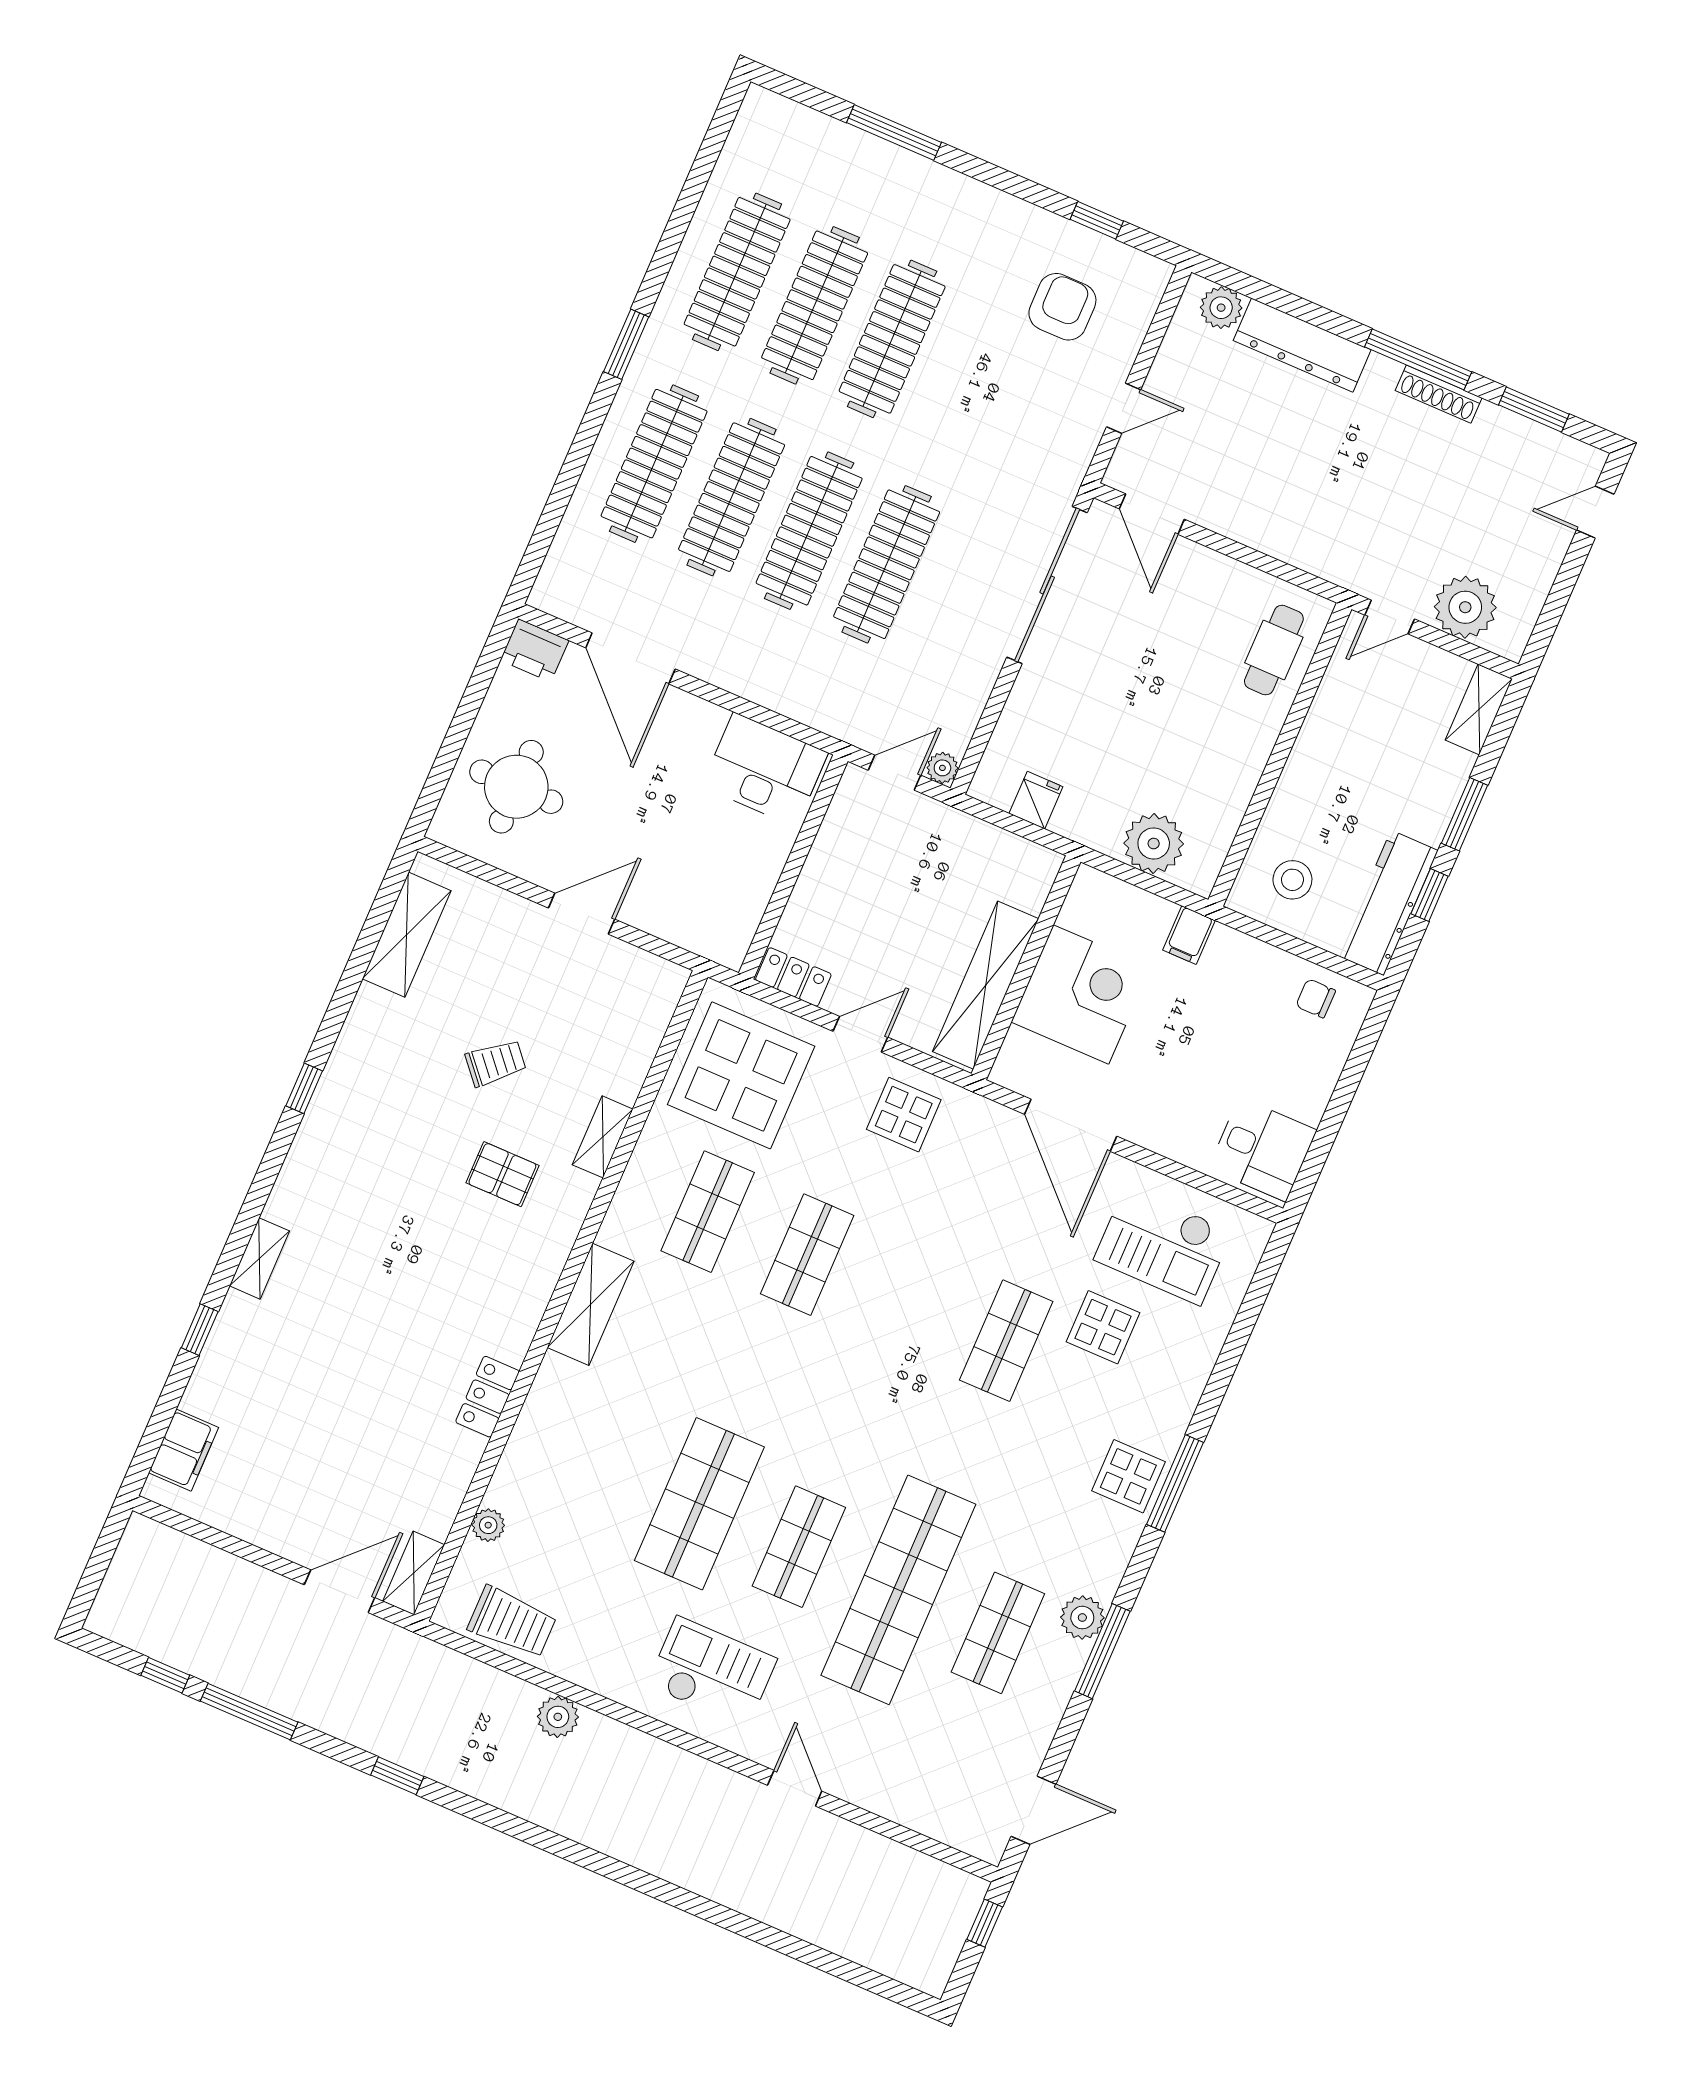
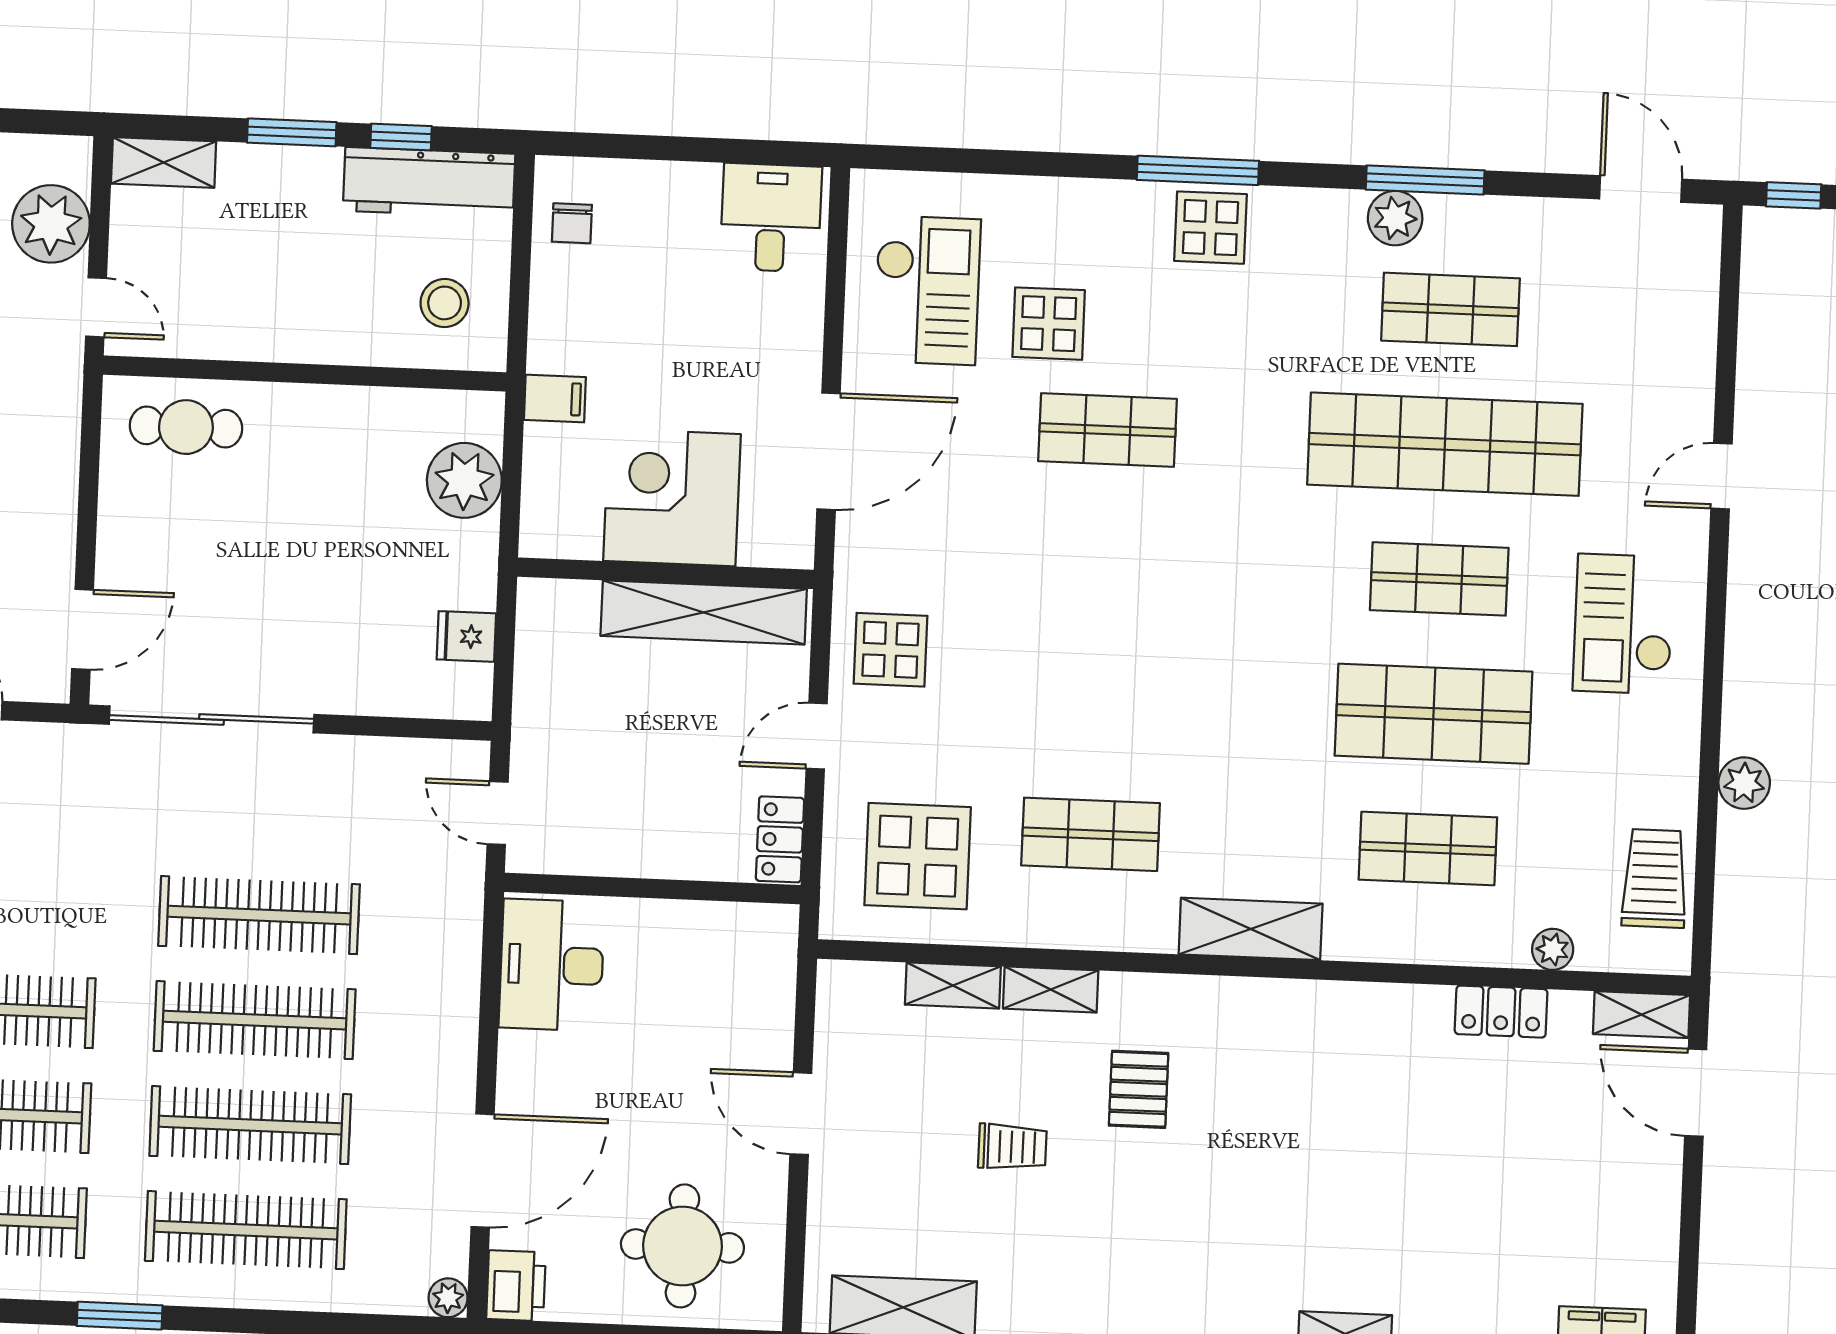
plant: (942, 768) -> (448, 1298), moved
door: (860, 1034) -> (817, 736), hinge flipped
trolley: (496, 1063) -> (1012, 1147), turned 131
shelving: (634, 1065) -> (953, 986), added
display table: (741, 1075) -> (918, 856), width x0.73, depth x0.73
shop shelf: (807, 1255) -> (1428, 848), moved
locker: (488, 1397) -> (1501, 1012), moved

